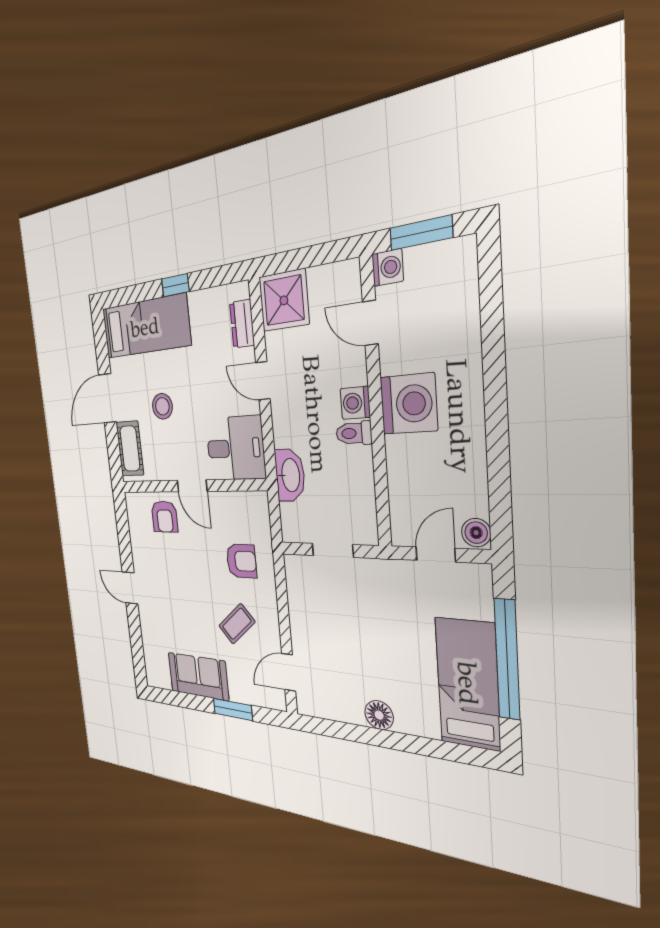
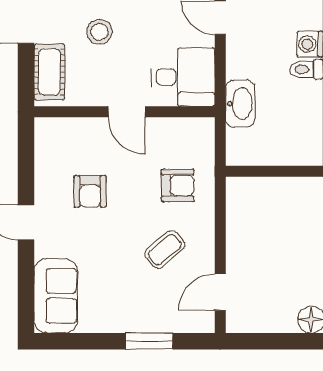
armchair: (165, 517) -> (90, 191), moved
doorway: (333, 550) -> (278, 171), removed
sofa: (198, 676) -> (56, 296), moved, turned 90

